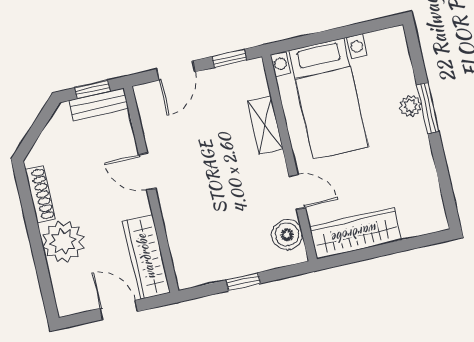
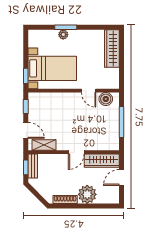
window: (298, 43) -> (26, 76), added
shelving: (265, 125) -> (44, 145), moved
door: (147, 171) -> (76, 152), moved
door: (297, 192) -> (89, 91), swing flipped
wardrobe: (355, 233) -> (112, 49), moved
window: (243, 282) -> (121, 122), width x2.17

